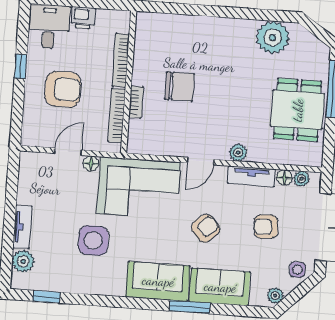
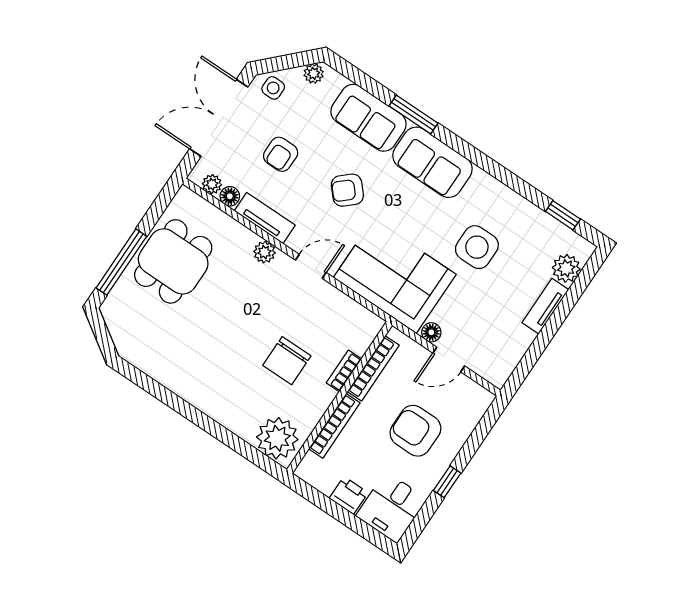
plant: (273, 37) -> (277, 438), moved
chair: (180, 86) -> (287, 361), turned -90
armchair: (266, 227) -> (281, 154), turned 94

